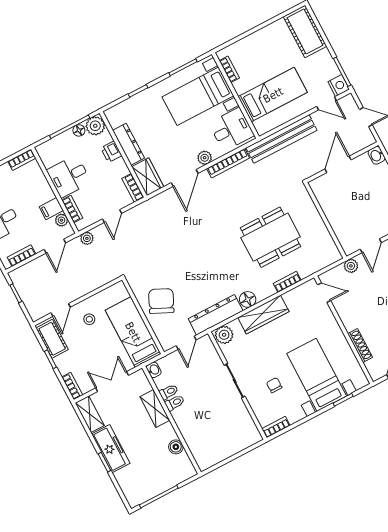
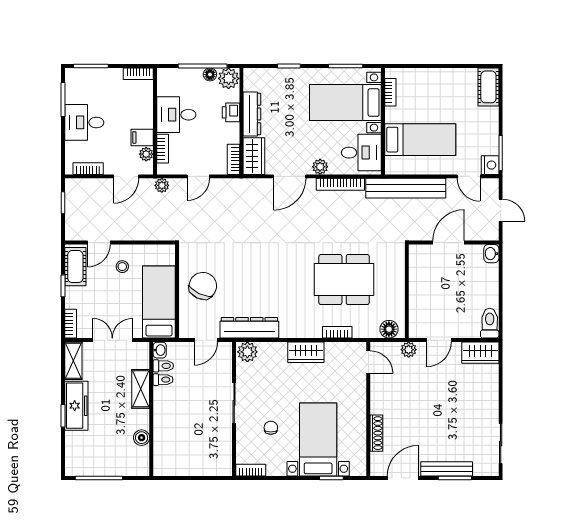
cot: (305, 31) -> (488, 87), width x0.73, depth x0.75
floor lamp: (248, 299) -> (389, 329), moved
wardrobe: (263, 315) -> (306, 352), width x0.67
toilet: (175, 403) -> (163, 366), moved

